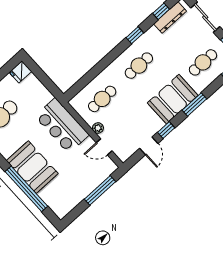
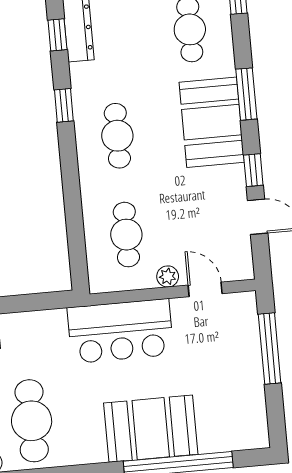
door: (104, 147) -> (205, 289), swing flipped

